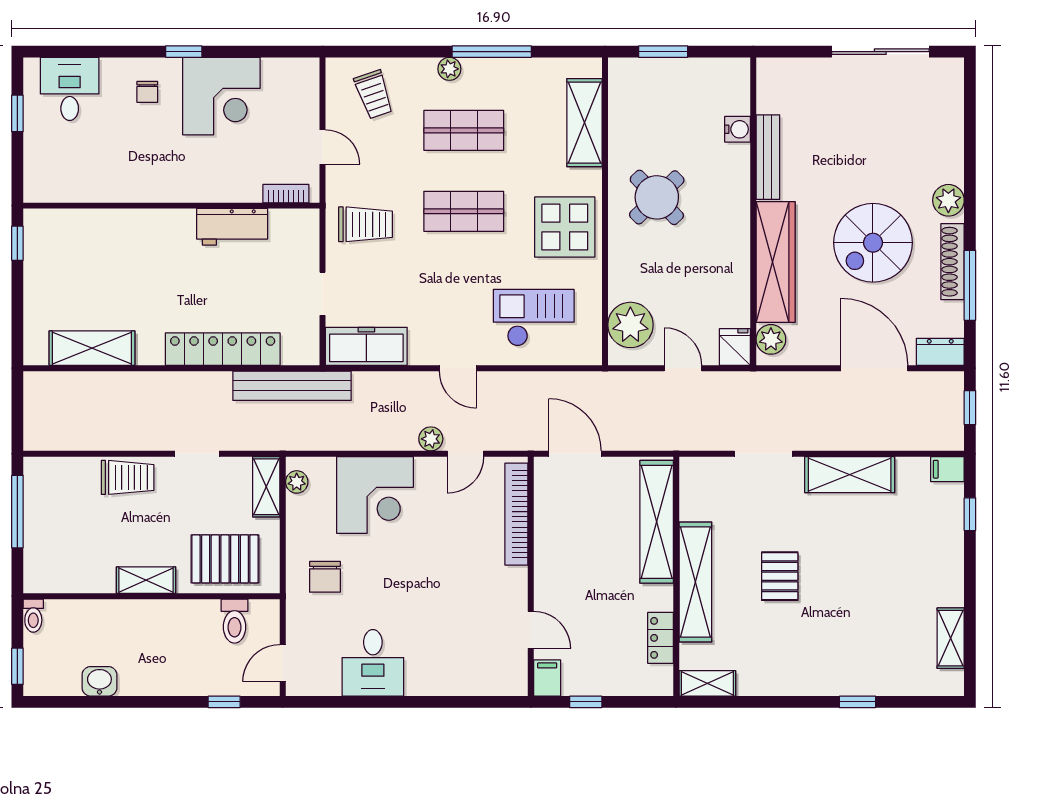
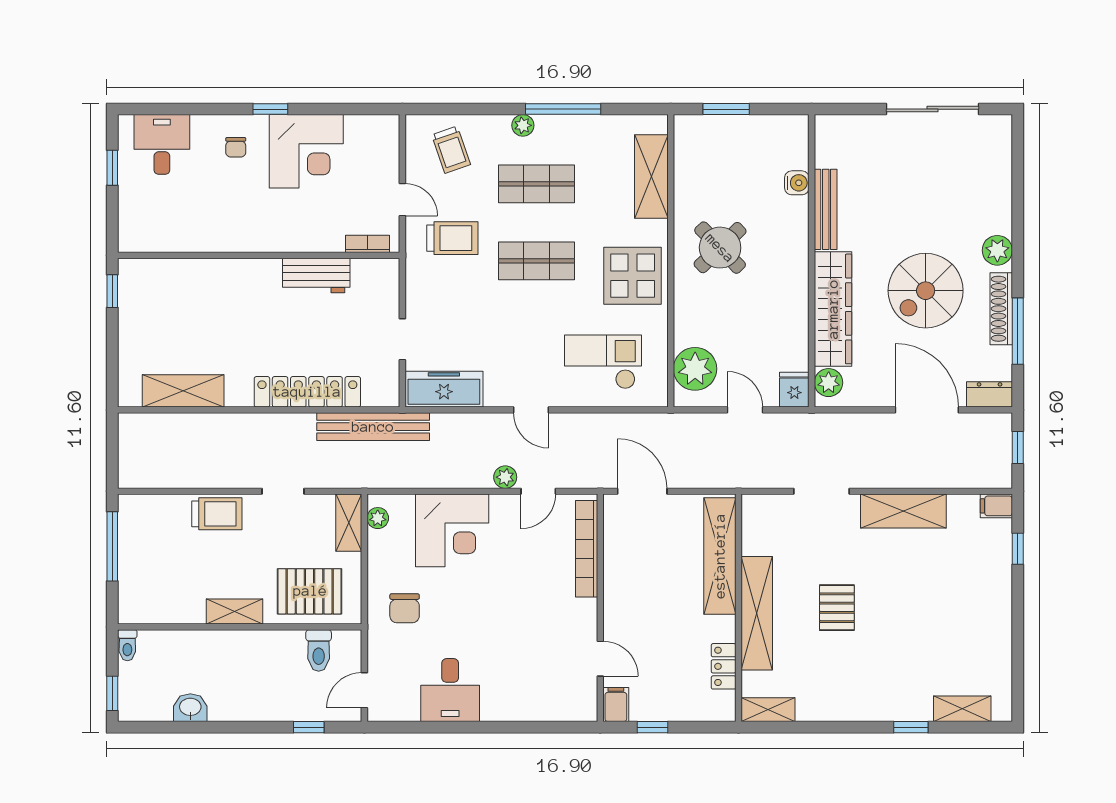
trolley: (366, 224) -> (452, 238), moved
shelving: (951, 638) -> (962, 709), moved, turned 90

